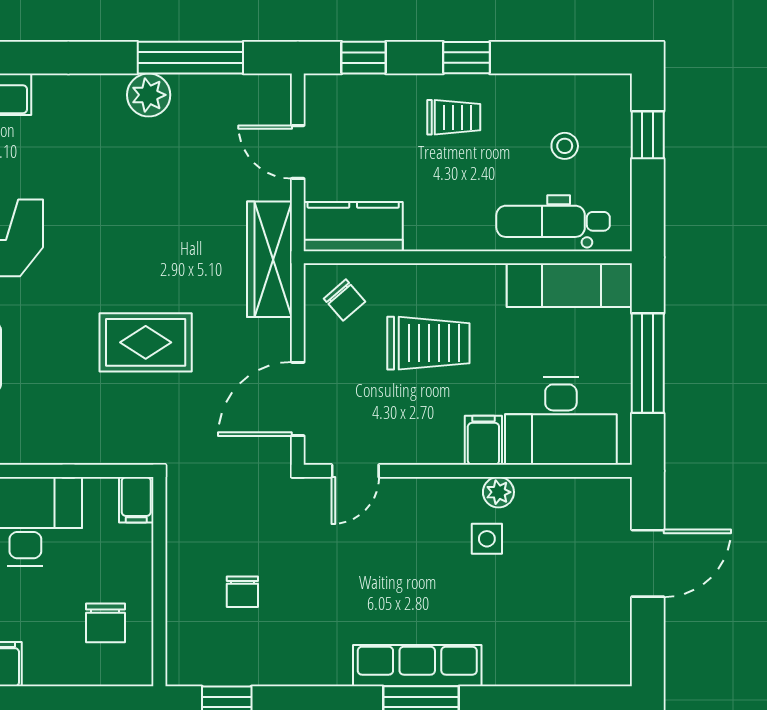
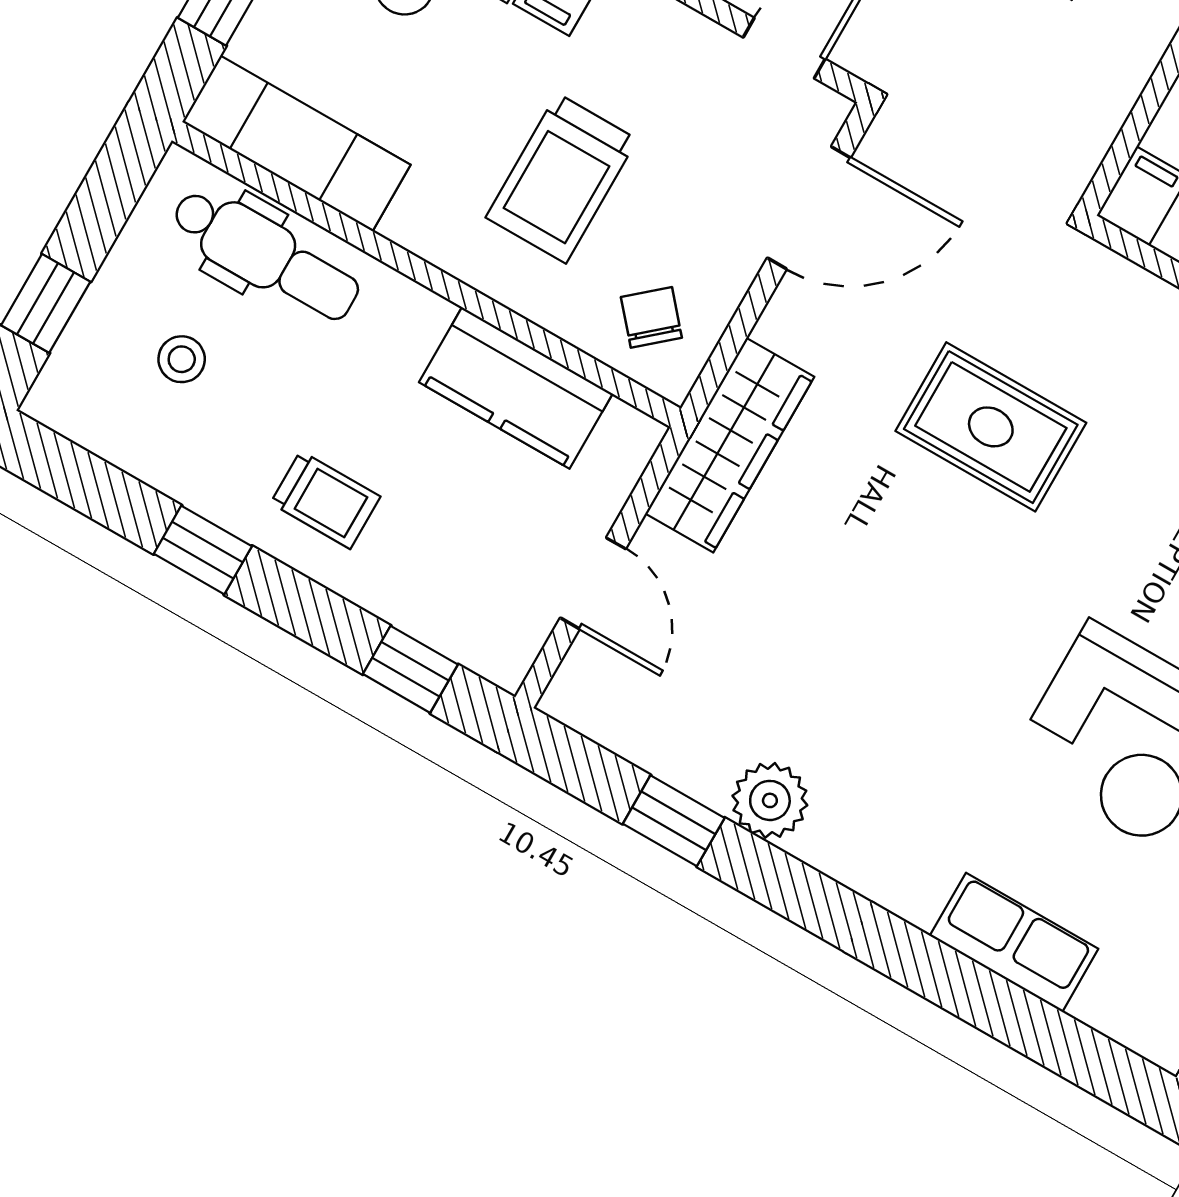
window: (190, 58) -> (674, 821), width x0.46
window: (467, 58) -> (203, 550), moved
trolley: (454, 117) -> (325, 500), turned 180
kitchen counter: (353, 227) -> (516, 388), moved
trolley: (428, 343) -> (562, 178), turned -90

